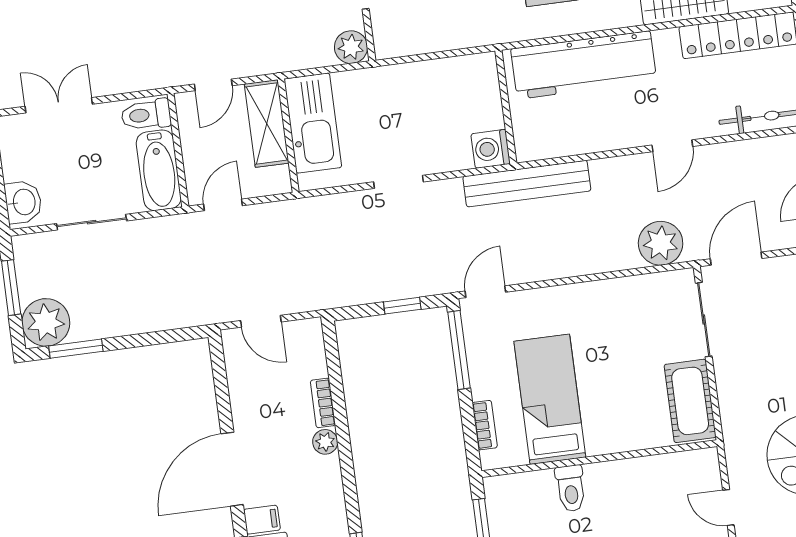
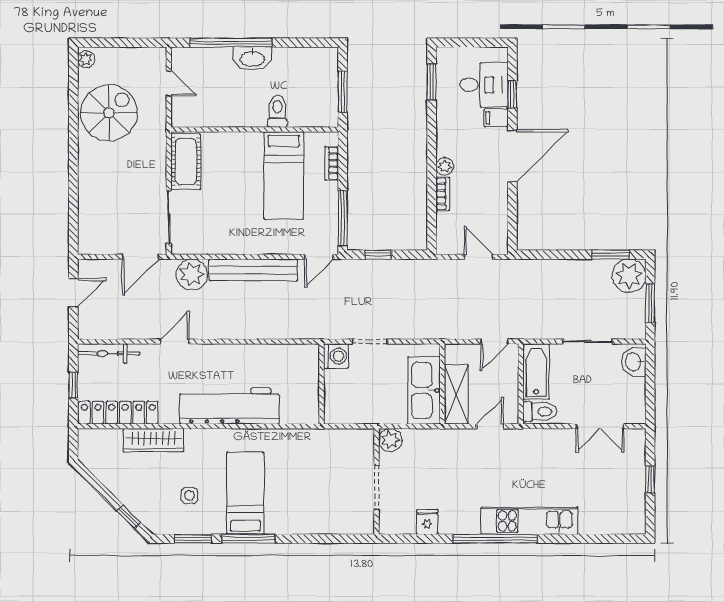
wall: (506, 107) -> (321, 384), moved
washing machine: (491, 149) -> (336, 356), moved
bench: (527, 184) -> (253, 270), moved

